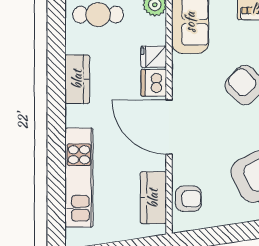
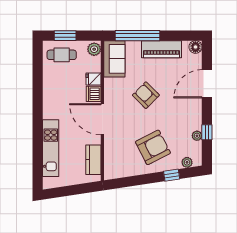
kitchen counter: (77, 79) -> (50, 92), removed
armchair: (188, 199) -> (113, 160), removed

